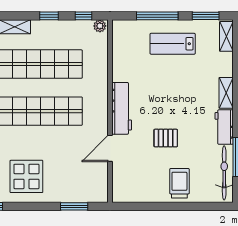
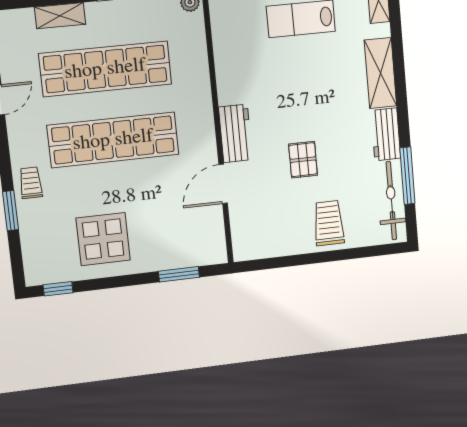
shelving: (226, 93) -> (380, 73), width x1.50, depth x1.33
workbench: (122, 108) -> (236, 133), width x0.73
pallet: (166, 138) -> (303, 160), turned 90

